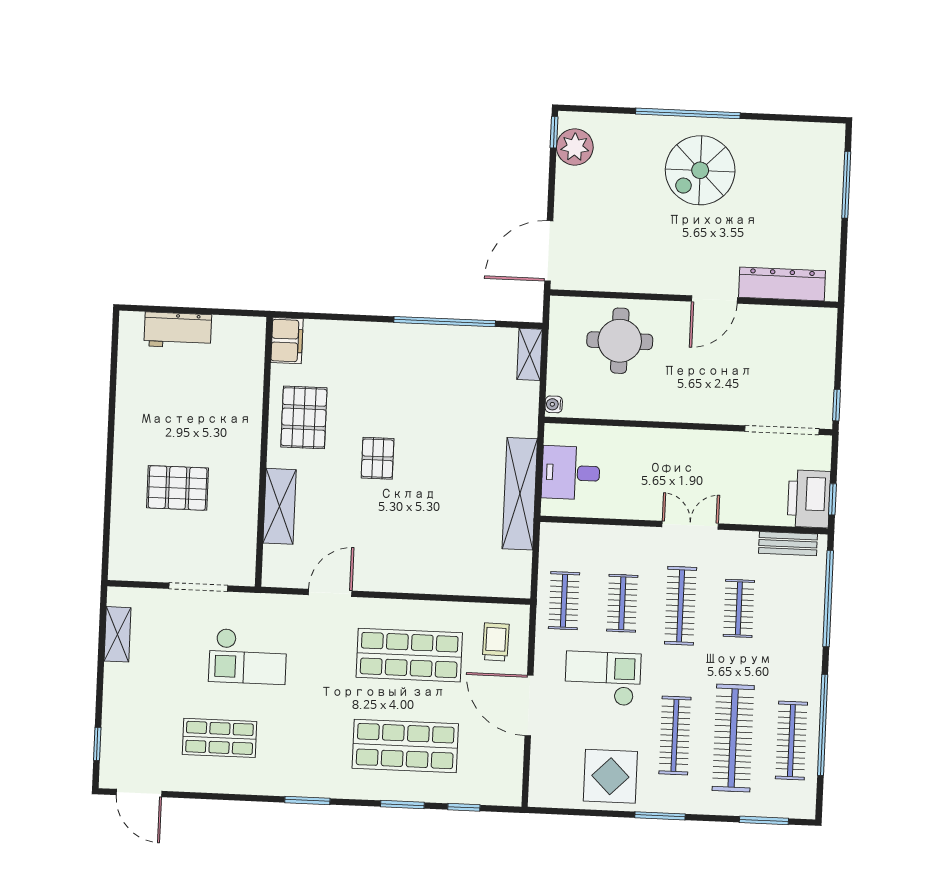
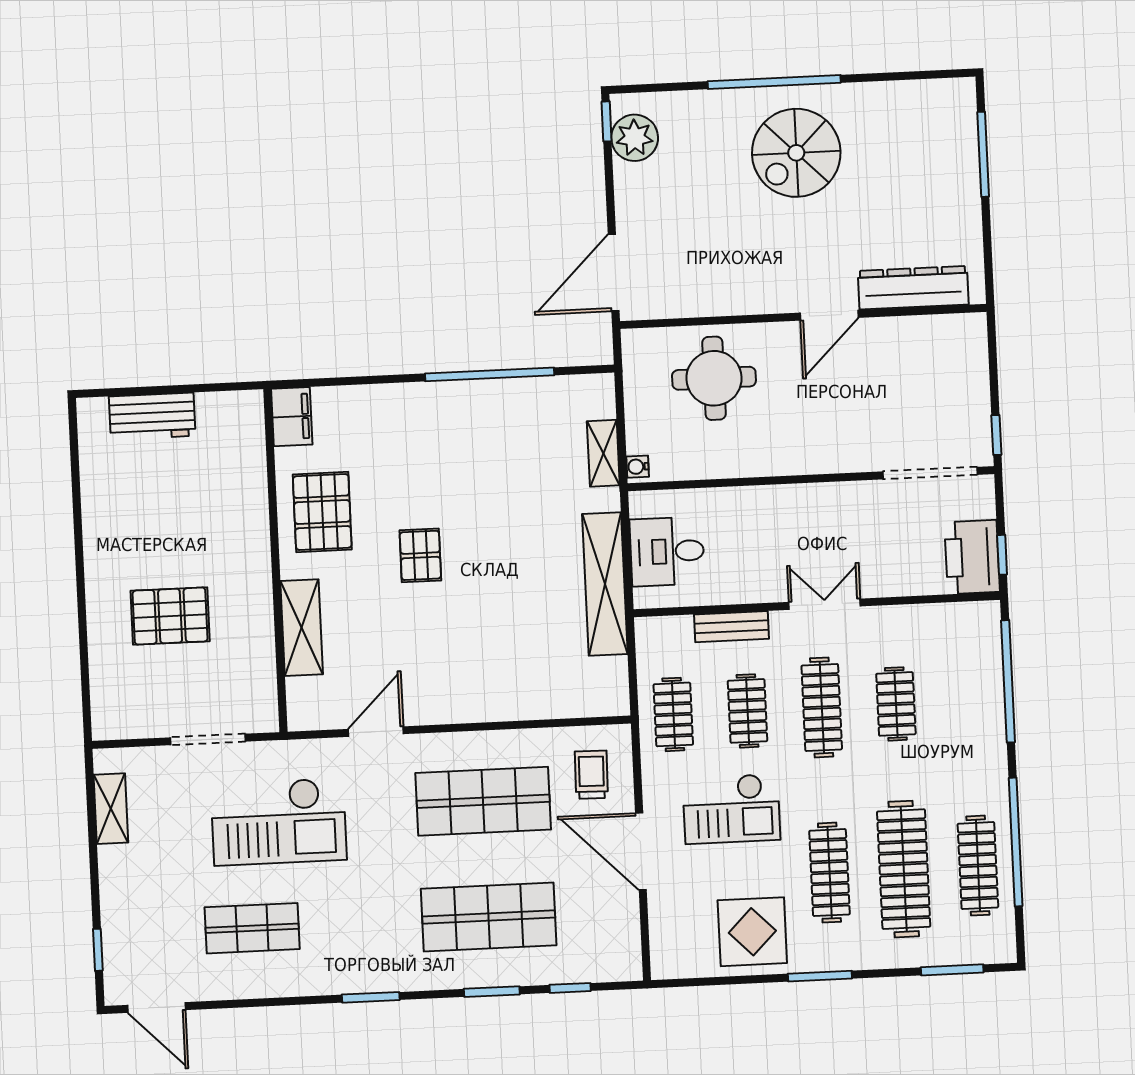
shelving: (530, 354) -> (603, 453), moved
bench: (788, 544) -> (731, 627), moved
checkout: (248, 656) -> (279, 822), width x1.36, depth x1.21
checkout: (603, 679) -> (731, 809), turned 180

